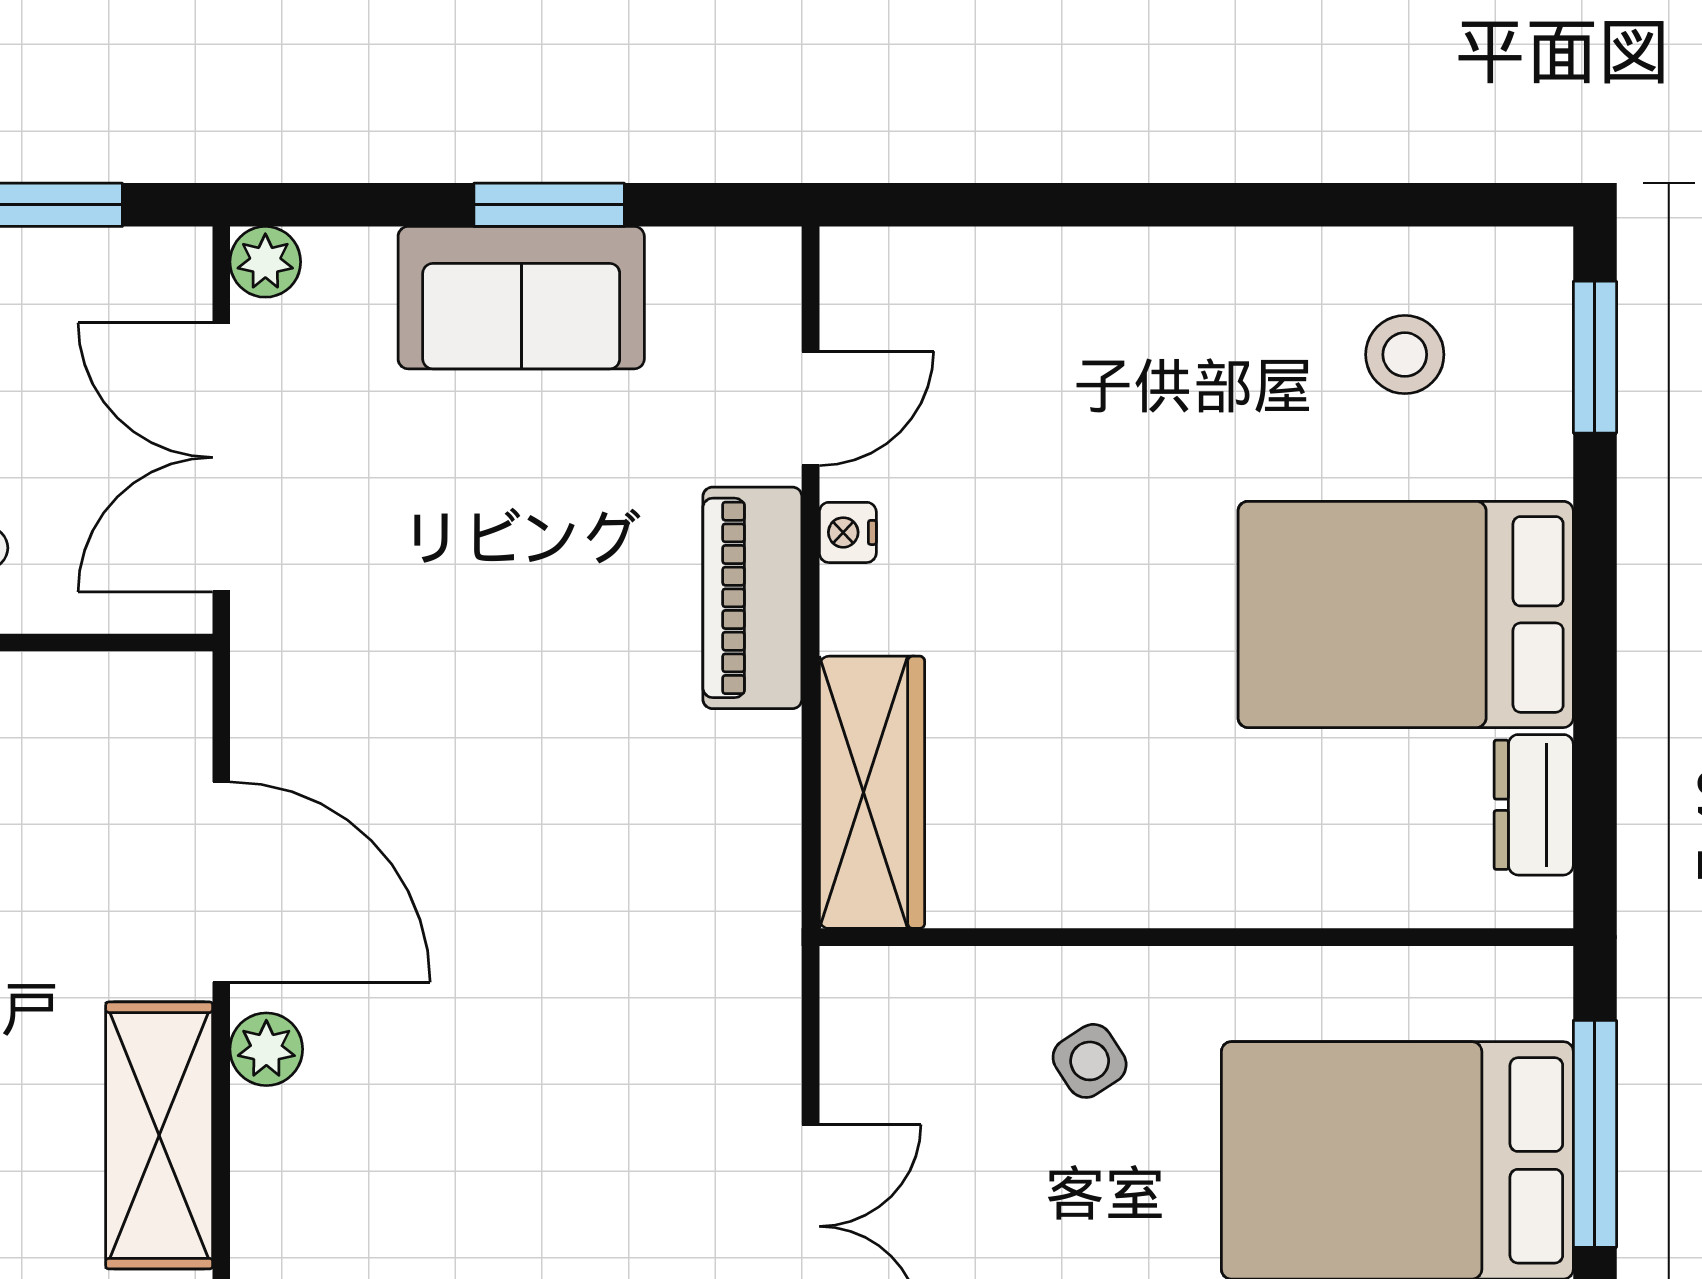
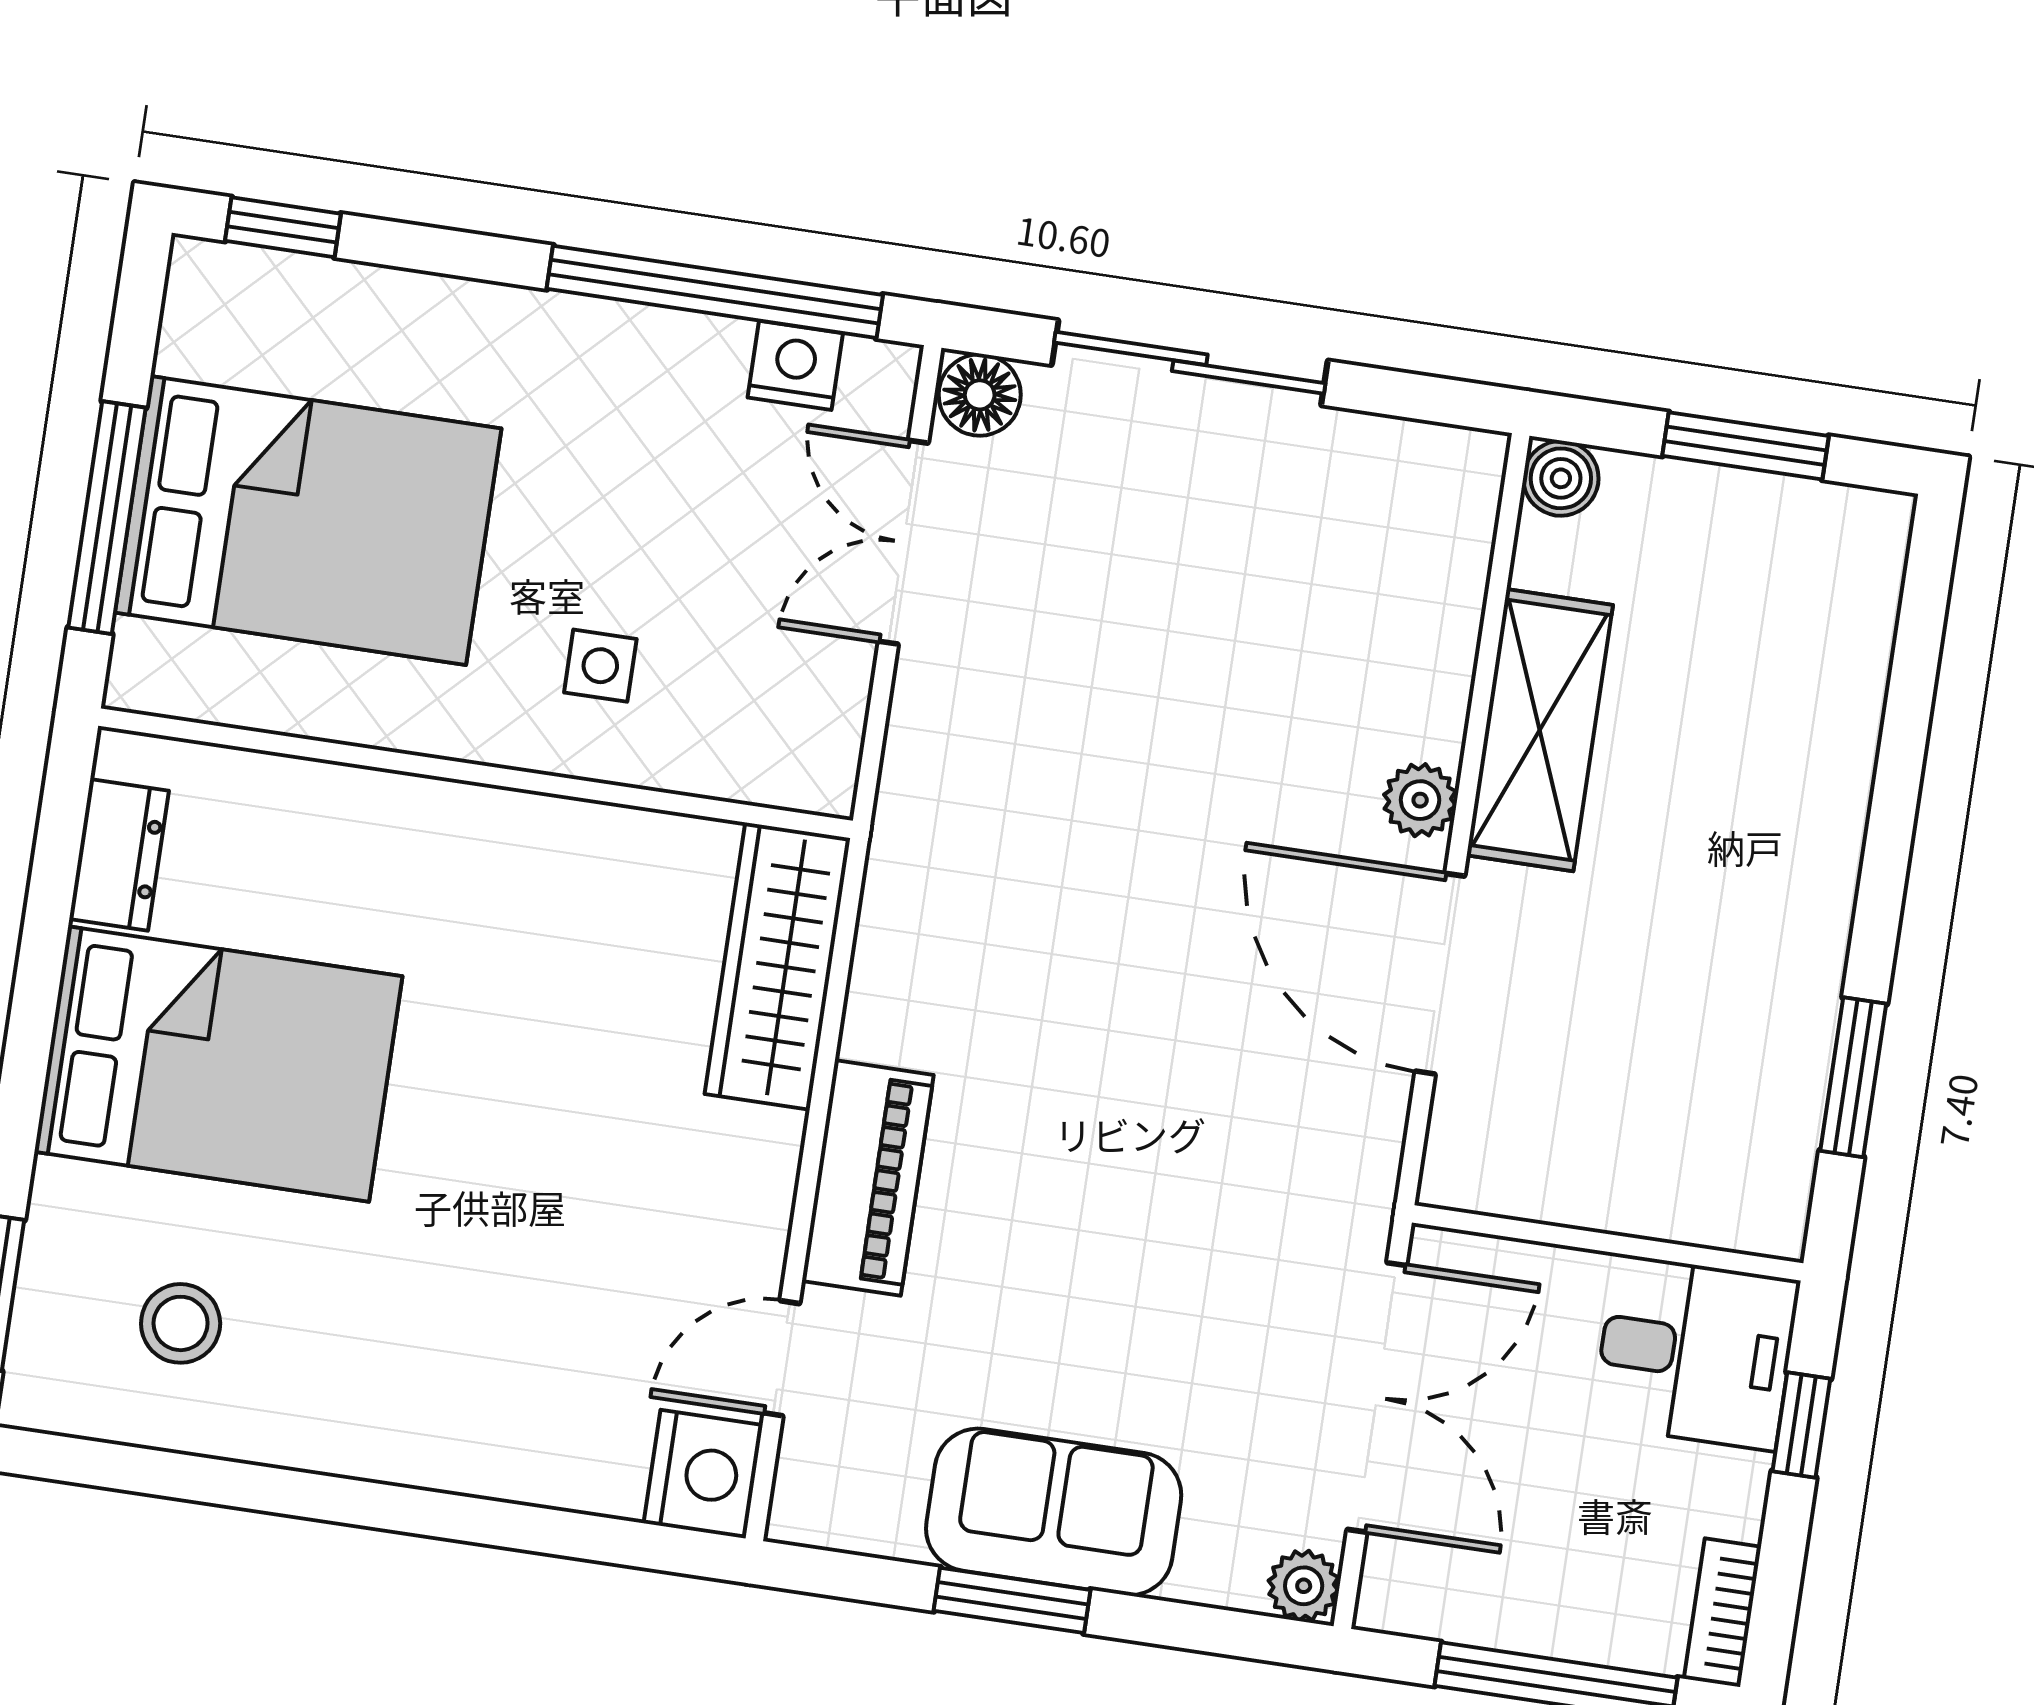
nightstand: (848, 532) -> (703, 1474), moved, width x1.89, depth x1.79
side table: (1090, 1061) -> (600, 666), turned 33

